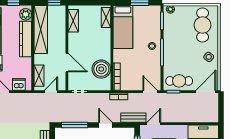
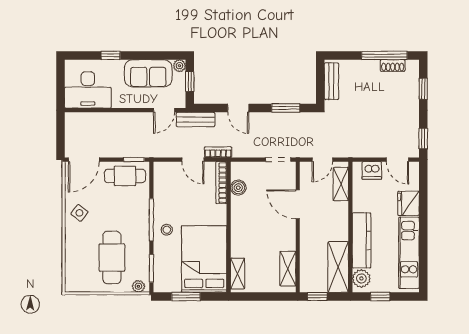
cafe table: (203, 25) -> (112, 258), moved
bed: (123, 27) -> (204, 259), width x1.50
shelving: (41, 29) -> (338, 267), width x0.68
boiler: (101, 69) -> (238, 188), width x0.54, depth x0.54
door: (150, 92) -> (193, 160), moved
window: (75, 125) -> (286, 108), width x0.69

